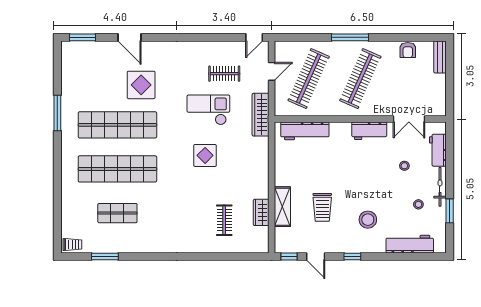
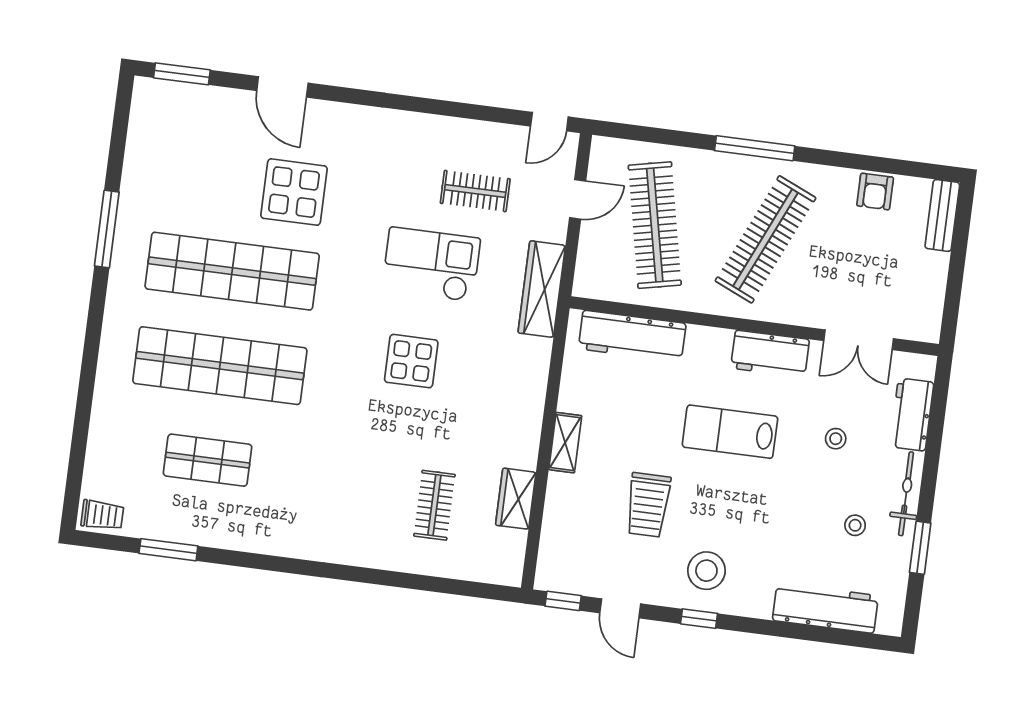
clothes rail: (309, 79) -> (655, 225), turned -36
lab bench: (355, 169) -> (730, 432), added
shelving: (282, 207) -> (565, 443), moved, width x0.67, depth x0.75
stool: (368, 220) -> (706, 571), moved

